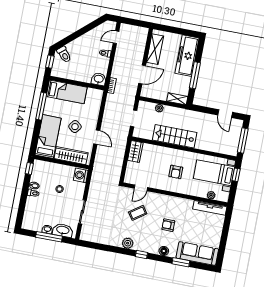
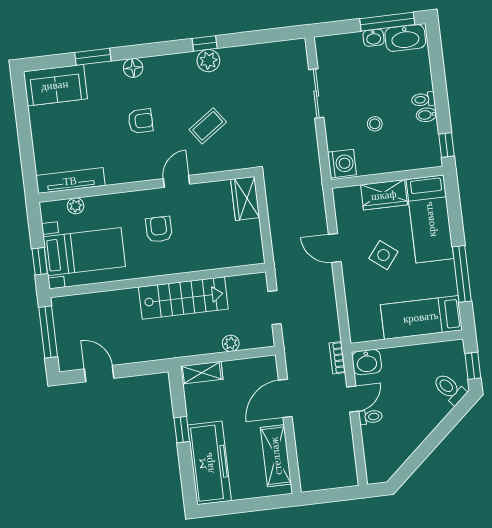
door: (116, 37) -> (353, 399), moved
window: (195, 75) -> (182, 430), width x0.46
wardrobe: (135, 151) -> (245, 198), moved
wardrobe: (71, 156) -> (384, 195), width x0.67
door: (141, 188) -> (176, 181), moved
washbasin: (63, 230) -> (405, 38), moved
window: (49, 237) -> (387, 22), moved
sofa: (197, 254) -> (55, 85), width x0.73
window: (141, 255) -> (205, 43), moved

